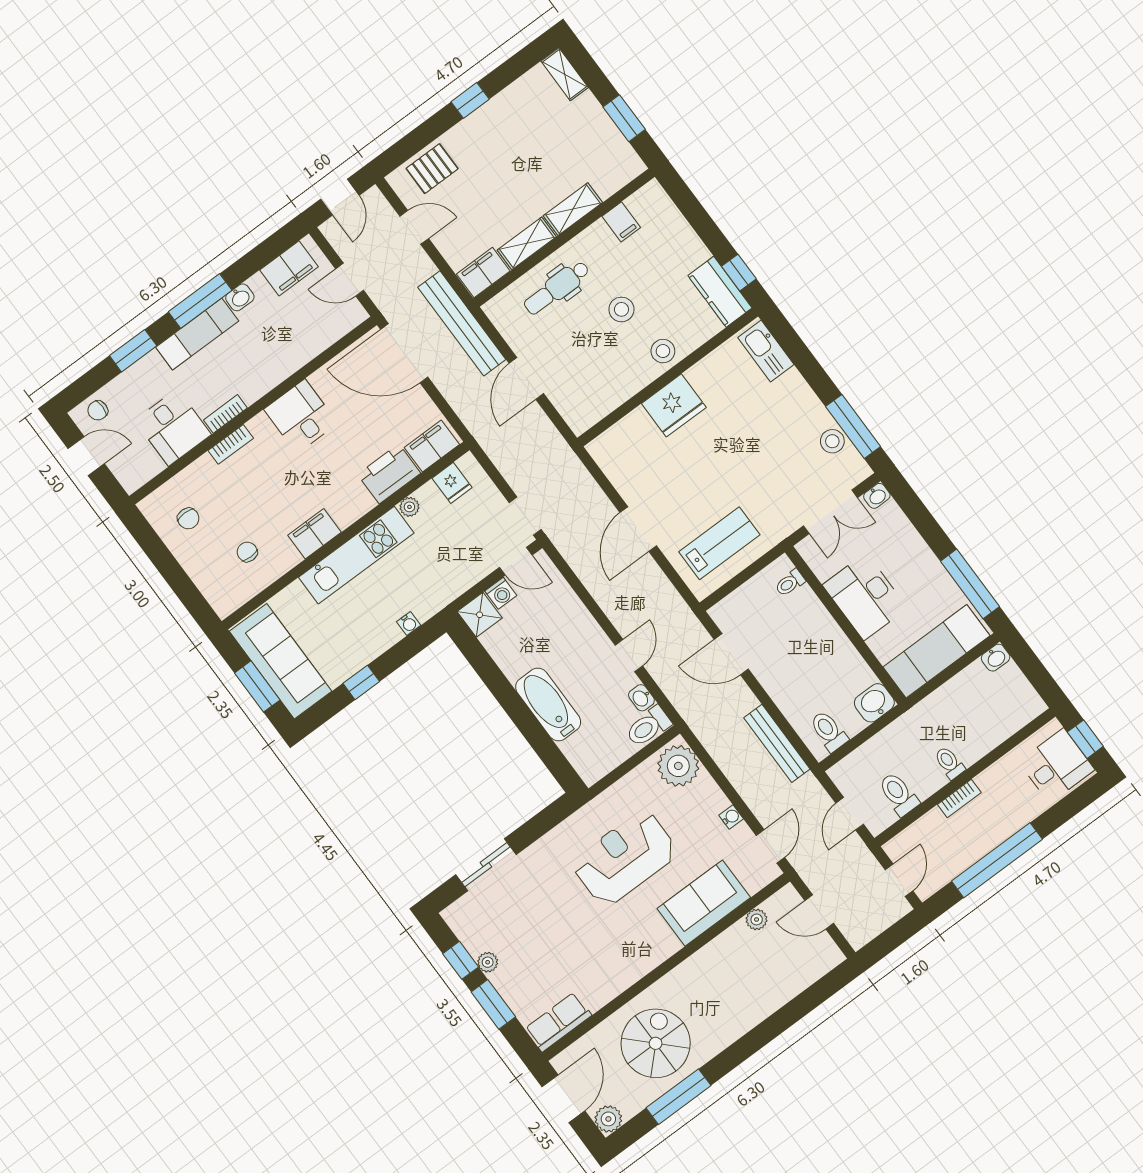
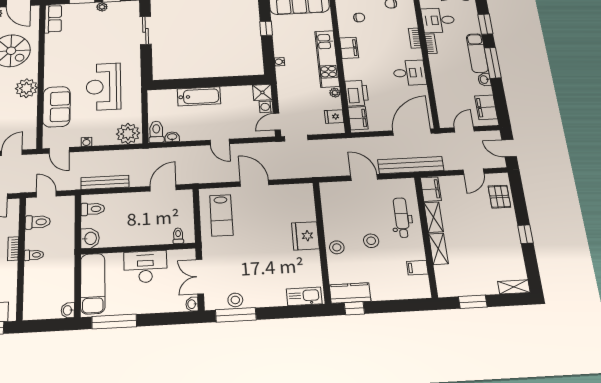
door: (629, 656) -> (220, 142), moved
reception desk: (625, 858) -> (104, 87), turned 180
plant: (757, 919) -> (26, 88), moved, width x1.88, depth x1.88

